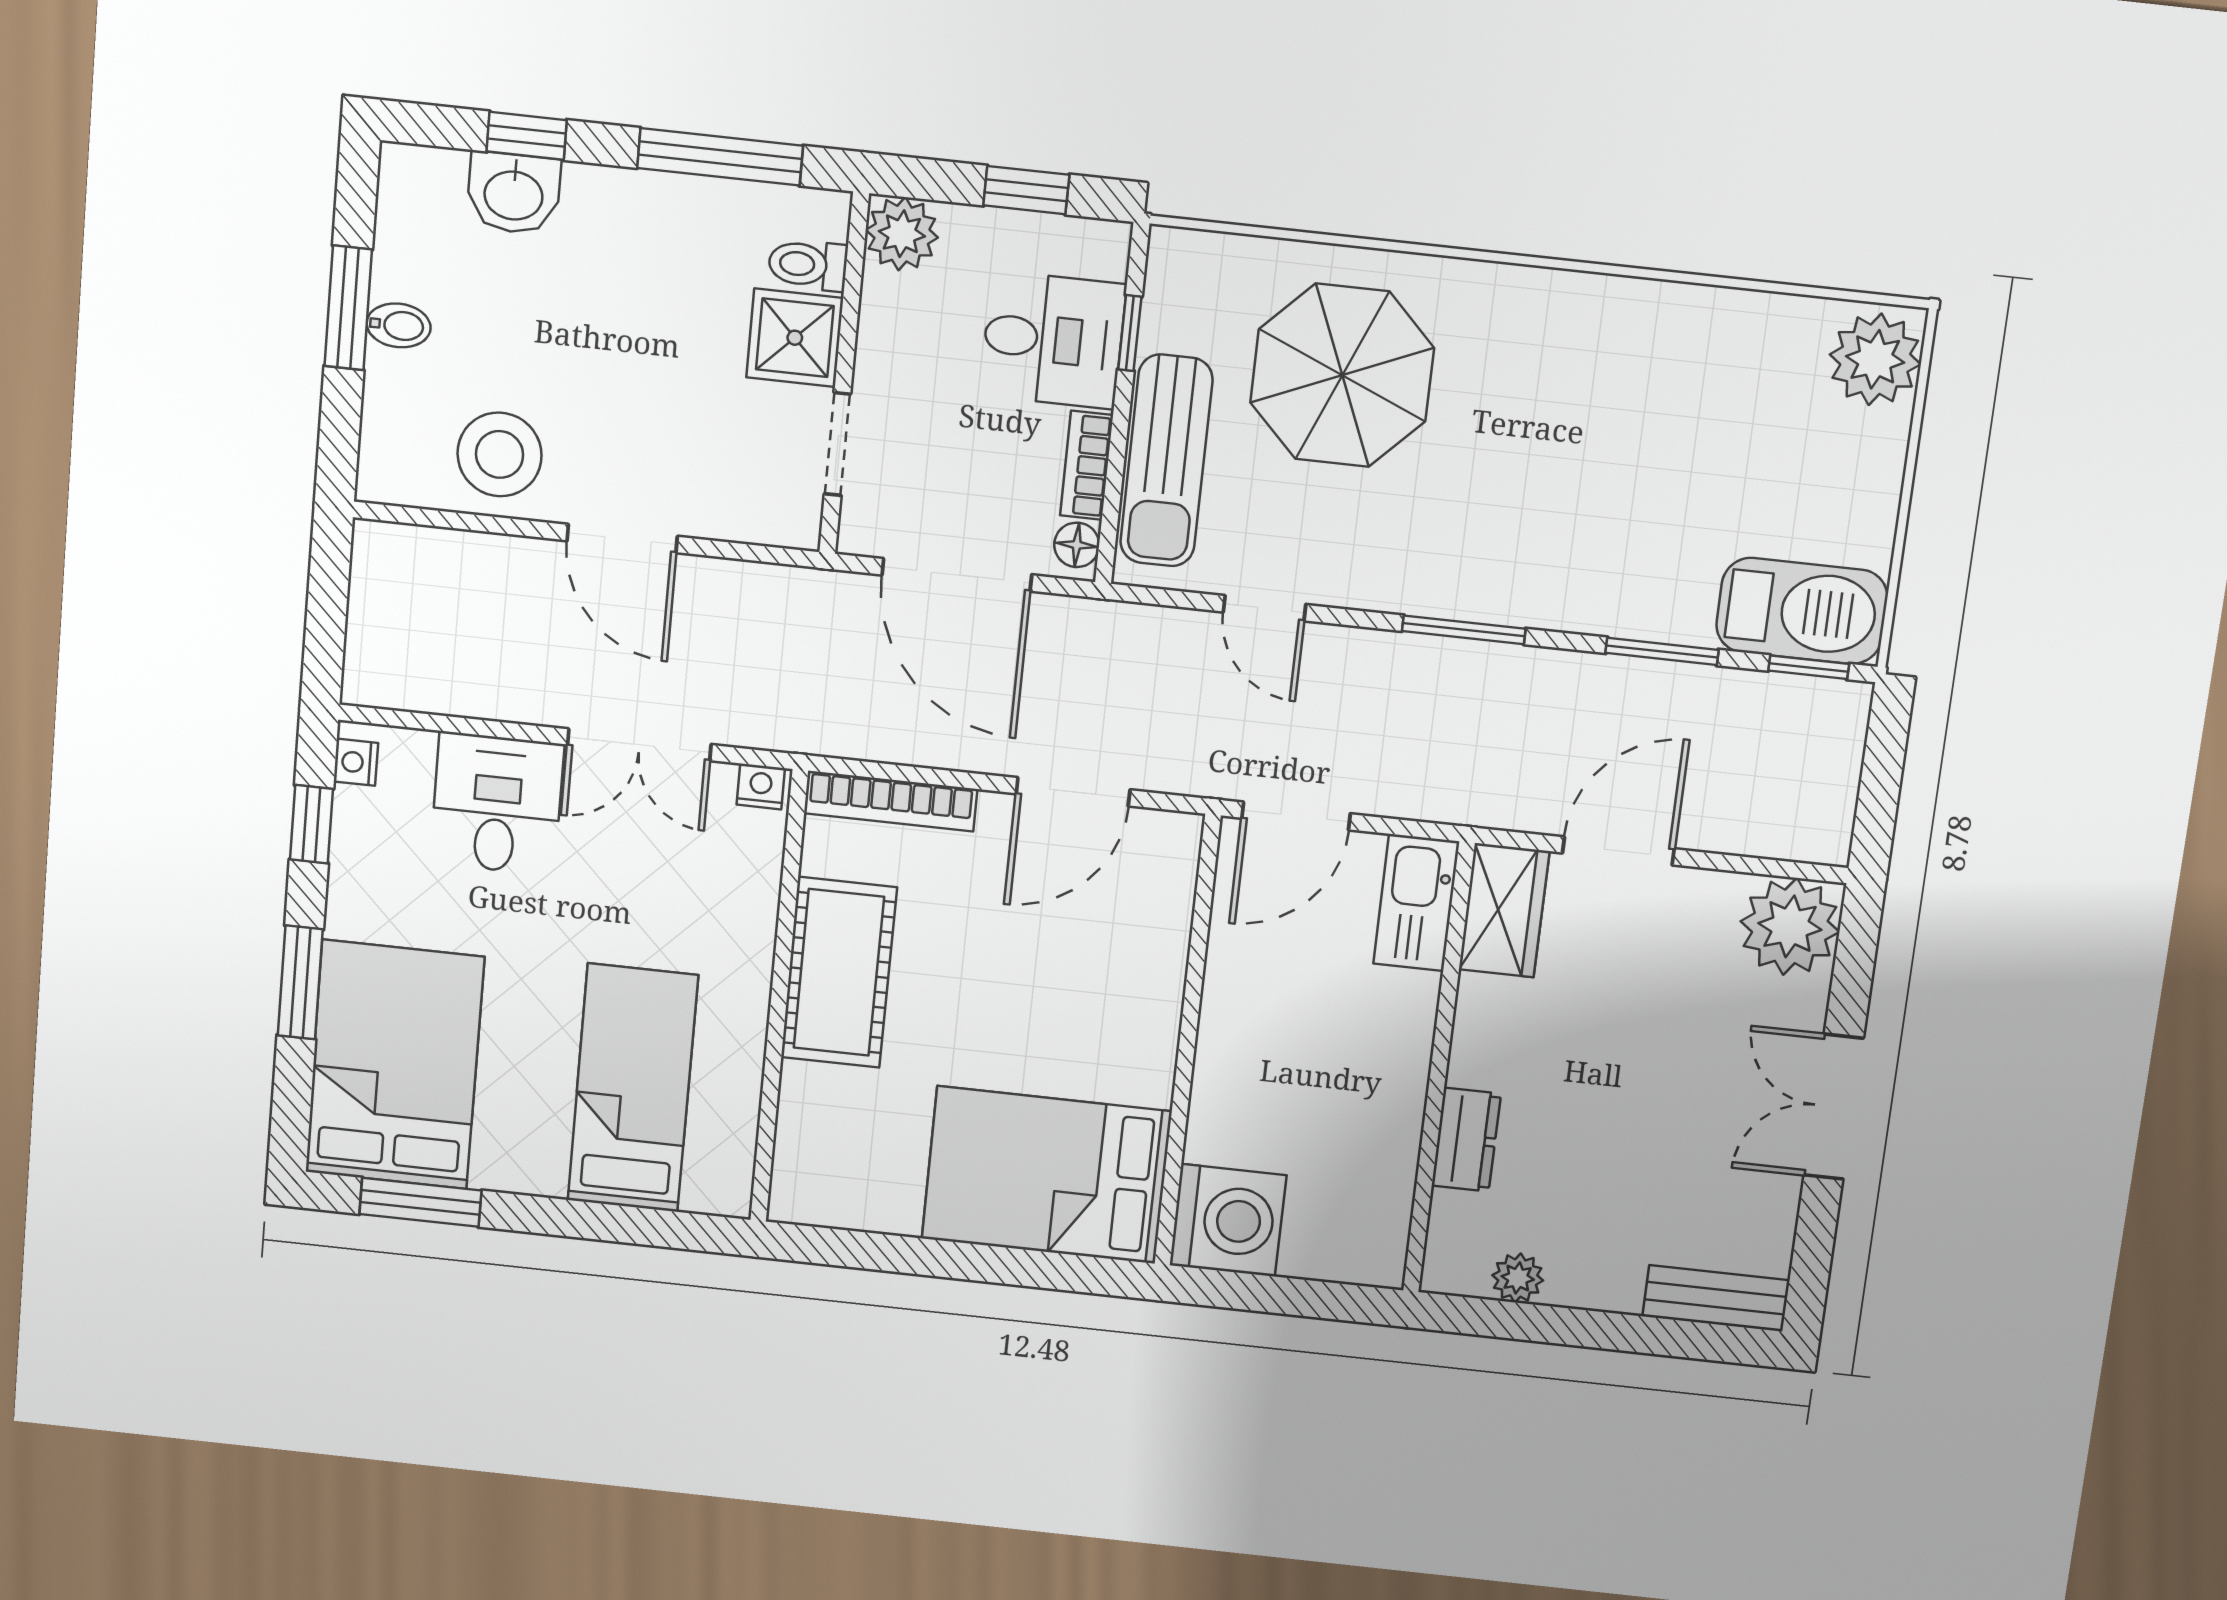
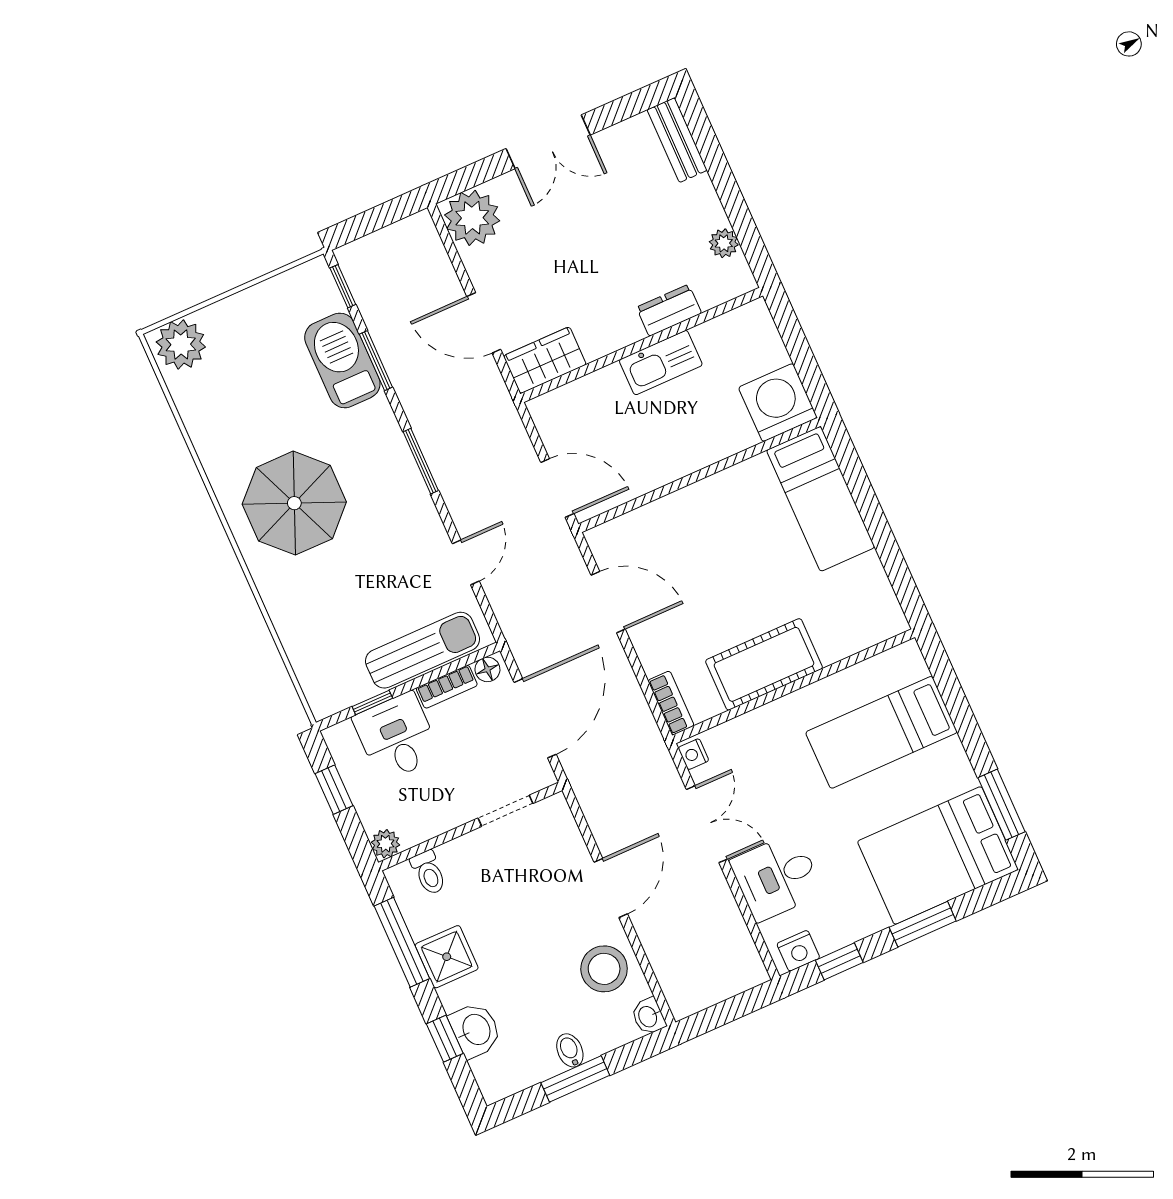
plant: (902, 234) -> (385, 844), width x0.73, depth x0.73
shower: (795, 338) -> (447, 957), moved
parasol: (1342, 375) -> (294, 503), moved
washbasin: (386, 481) -> (648, 1016), added
barbecue: (1802, 611) -> (342, 360), moved
nightstand: (356, 762) -> (798, 951), width x1.39, depth x1.35
bookcase: (891, 801) -> (671, 703), width x0.64
kitchen sink: (1416, 903) -> (661, 363), moved
bed: (1046, 1175) -> (821, 499), width x0.67

